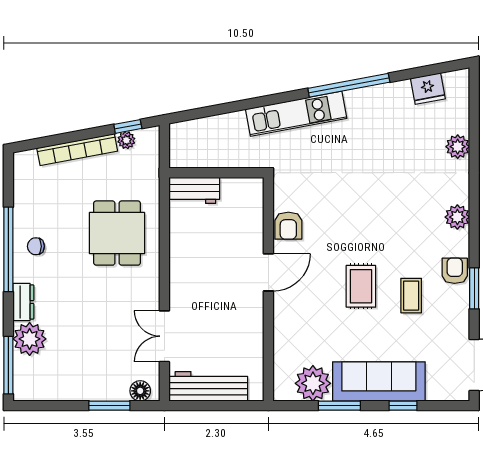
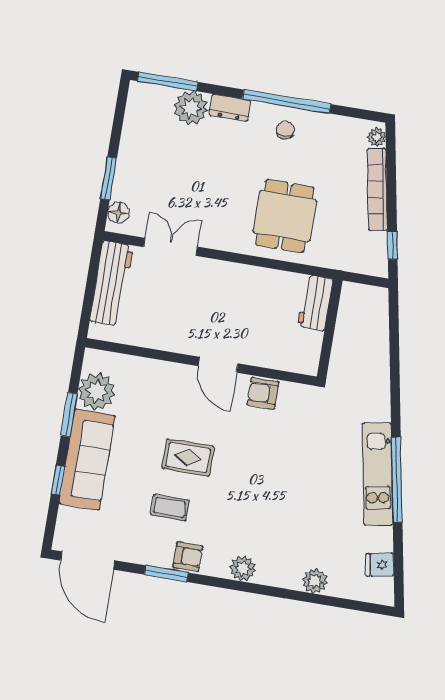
fridge: (428, 89) -> (380, 565), width x0.72
kitchen unit: (296, 114) -> (378, 474), moved
plant: (126, 140) -> (377, 137), moved
dining table: (117, 233) -> (285, 216), turned 90

